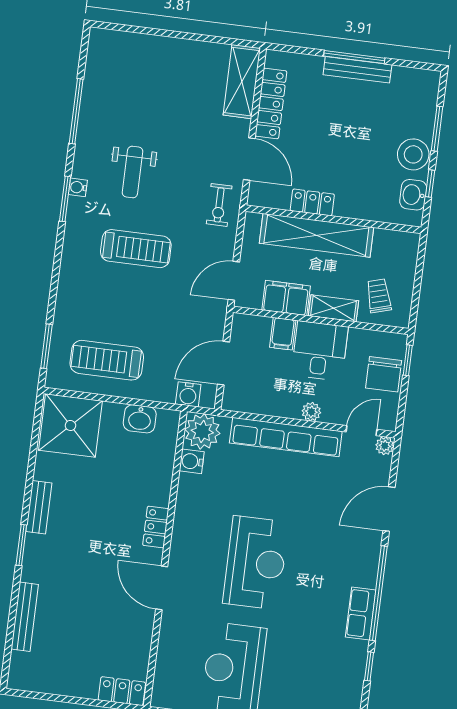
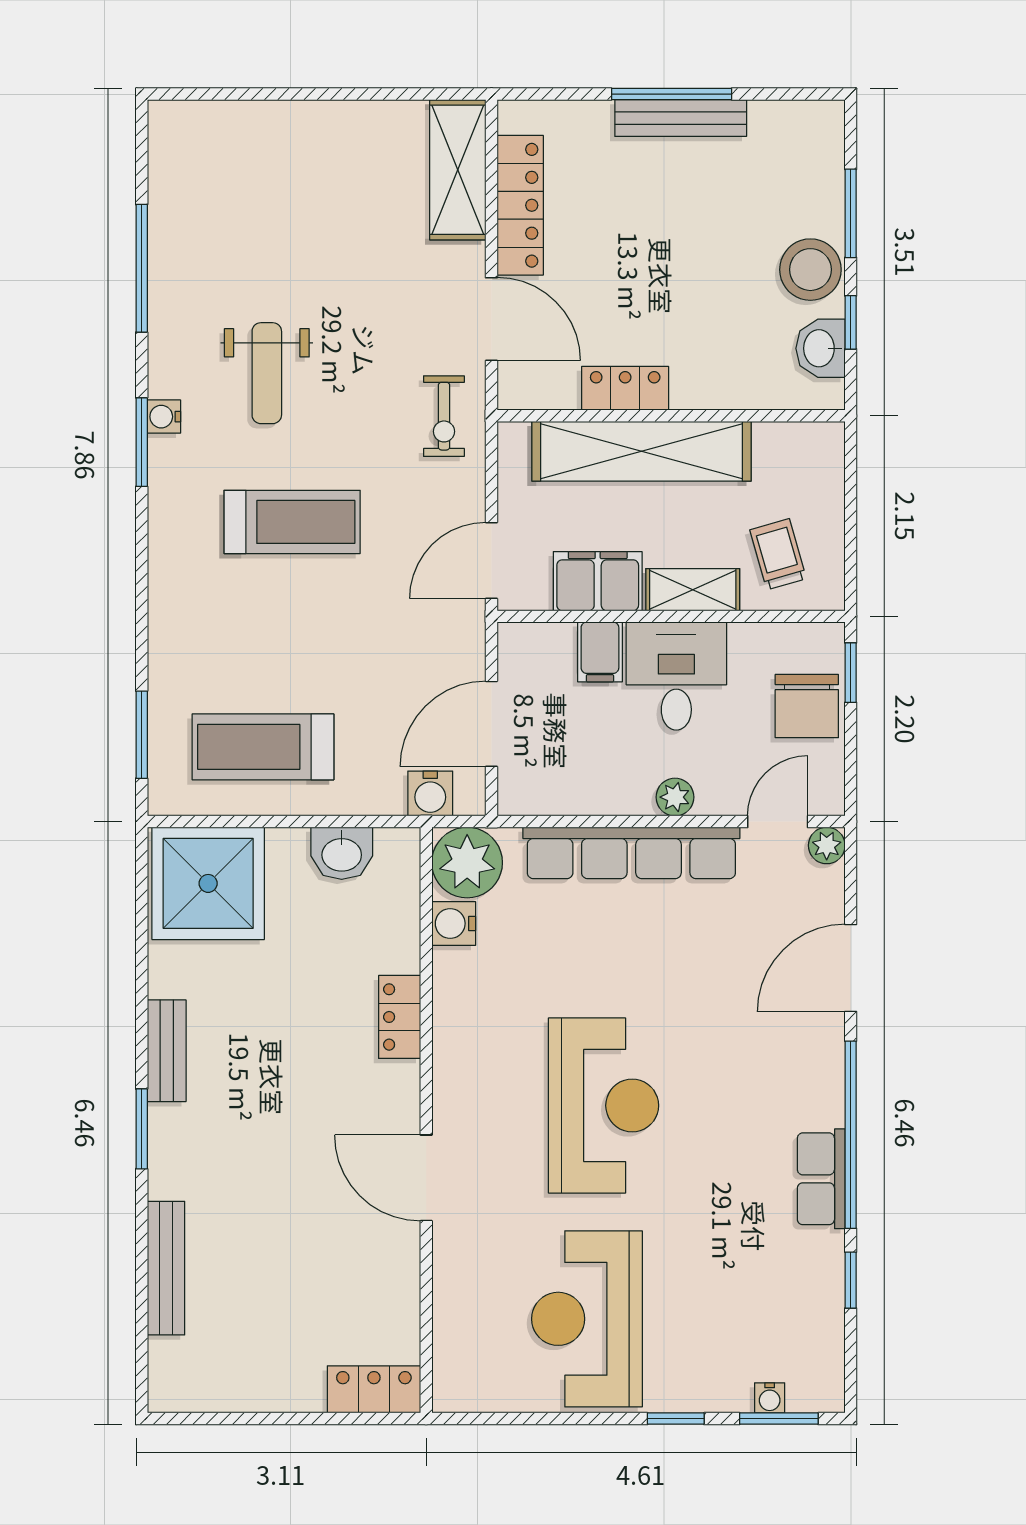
locker: (156, 527) -> (400, 1017), moved

